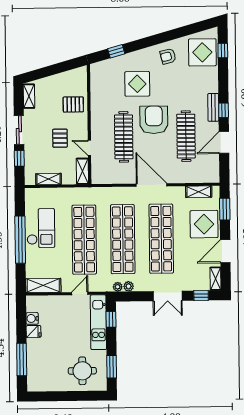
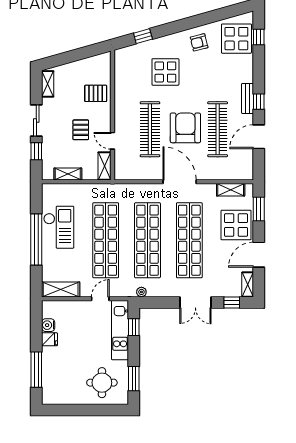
armchair: (154, 120) -> (185, 128), moved
plant: (129, 286) -> (153, 291), removed

